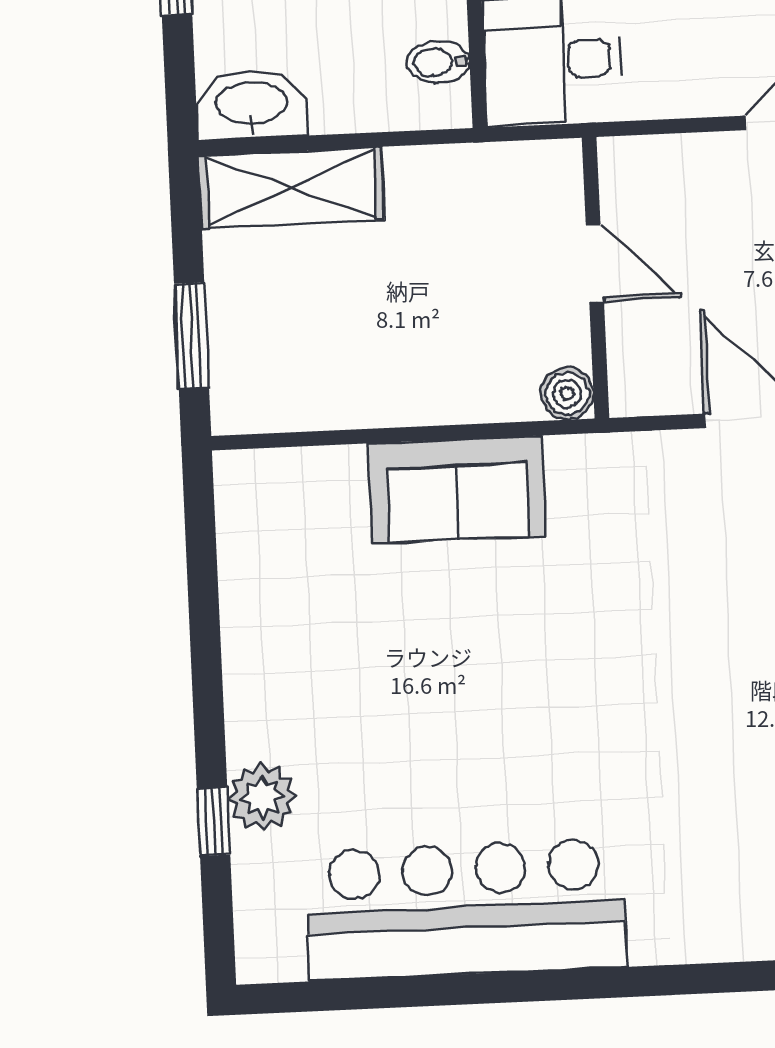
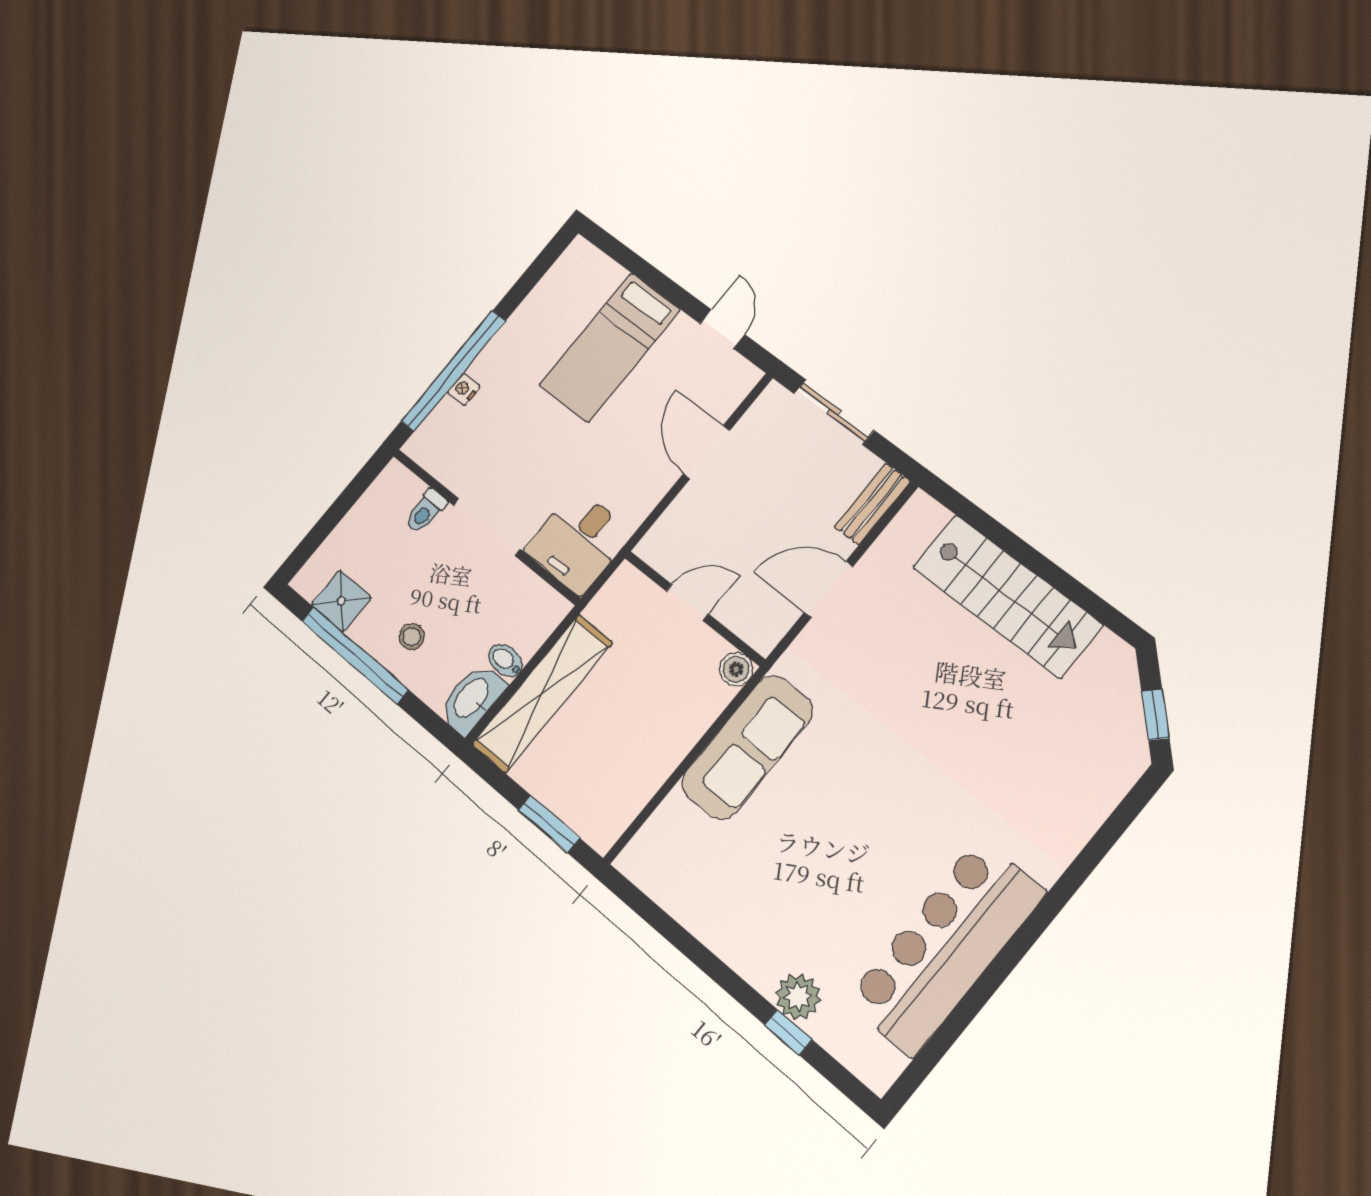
bidet: (438, 62) -> (506, 660), moved, turned 90
shelving: (291, 187) -> (542, 693), width x1.47
sofa: (457, 490) -> (747, 747), width x1.36

